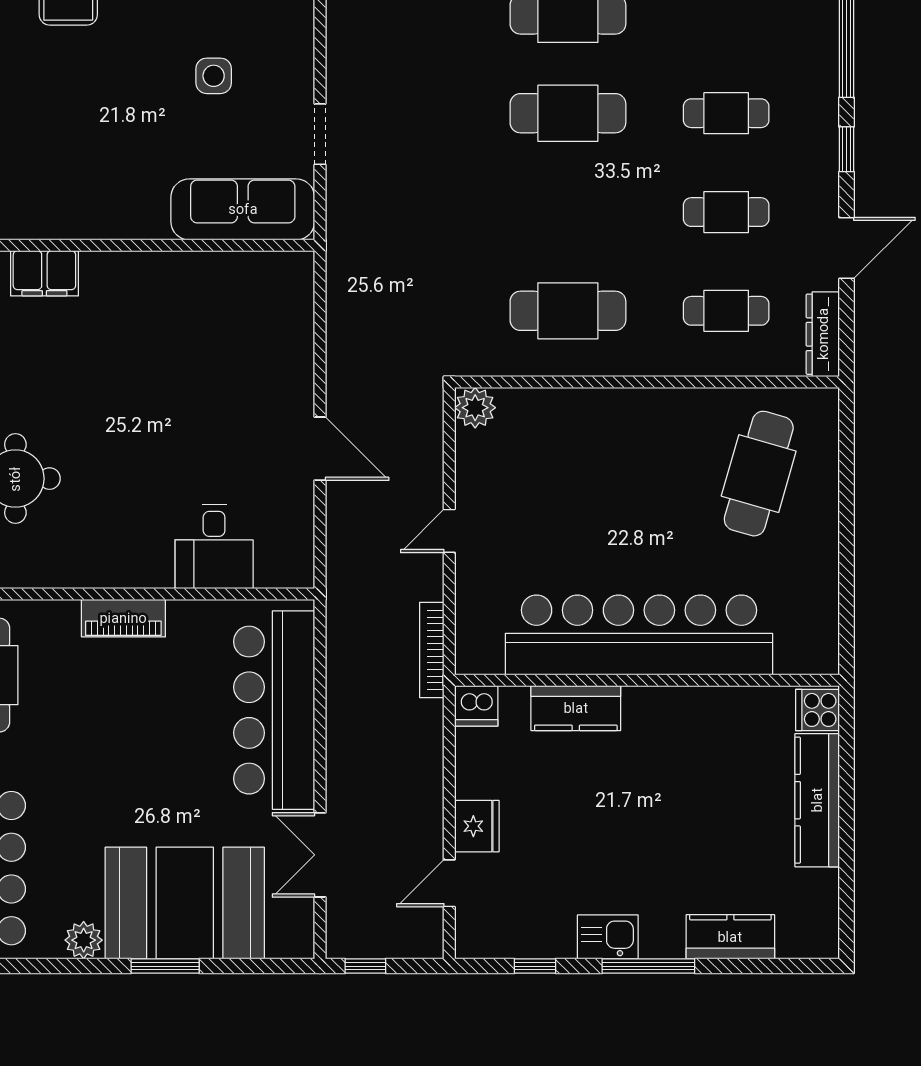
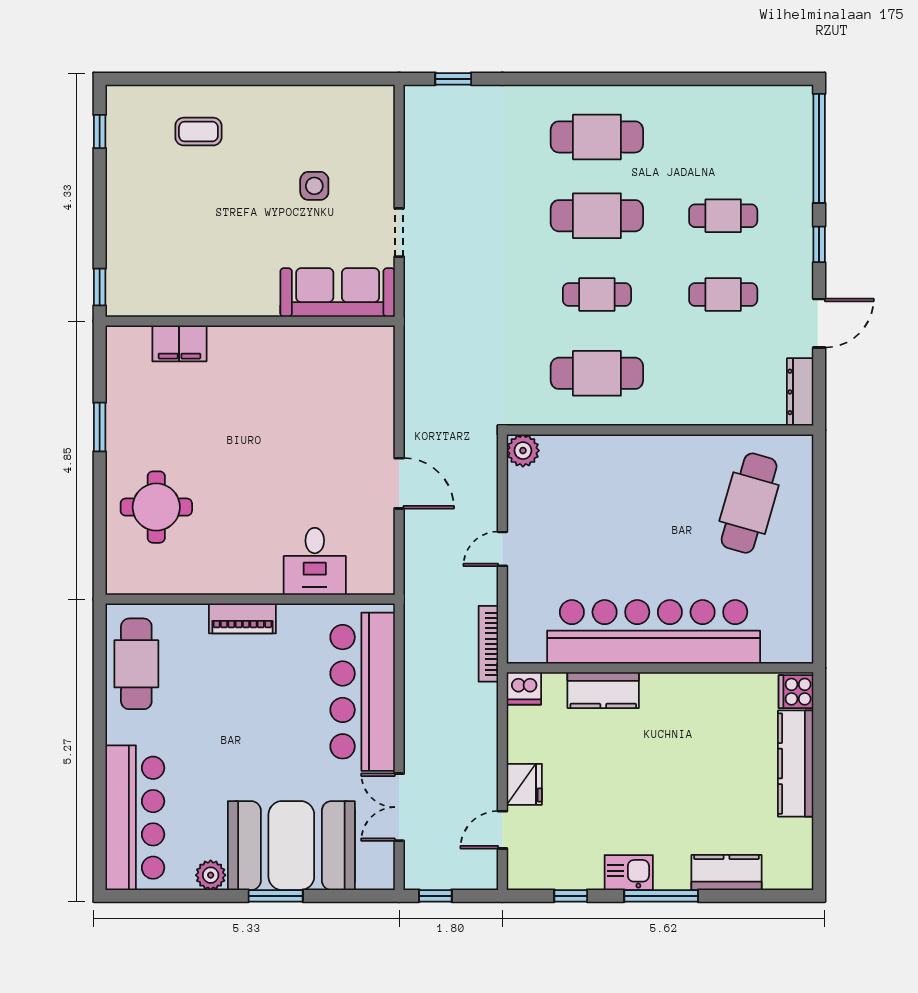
cafe table: (726, 311) -> (597, 295), moved

